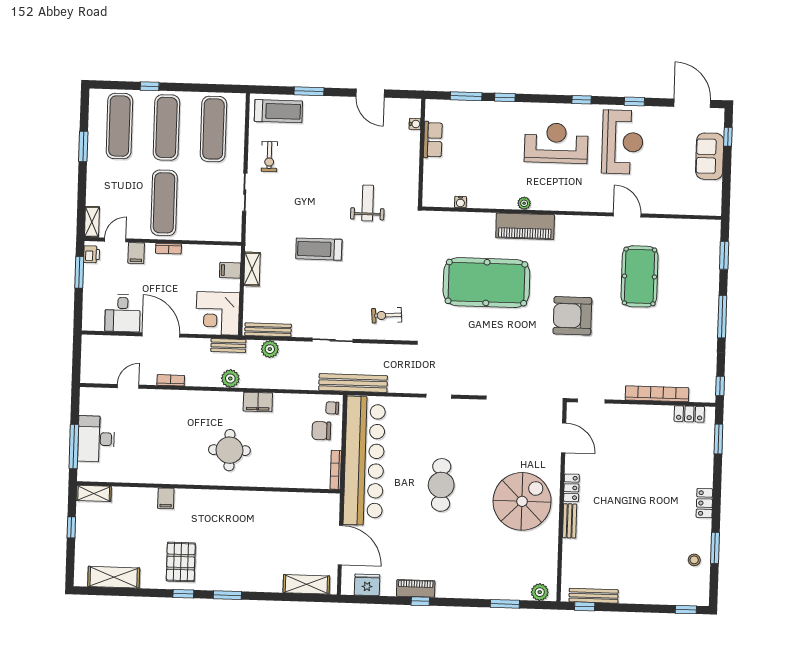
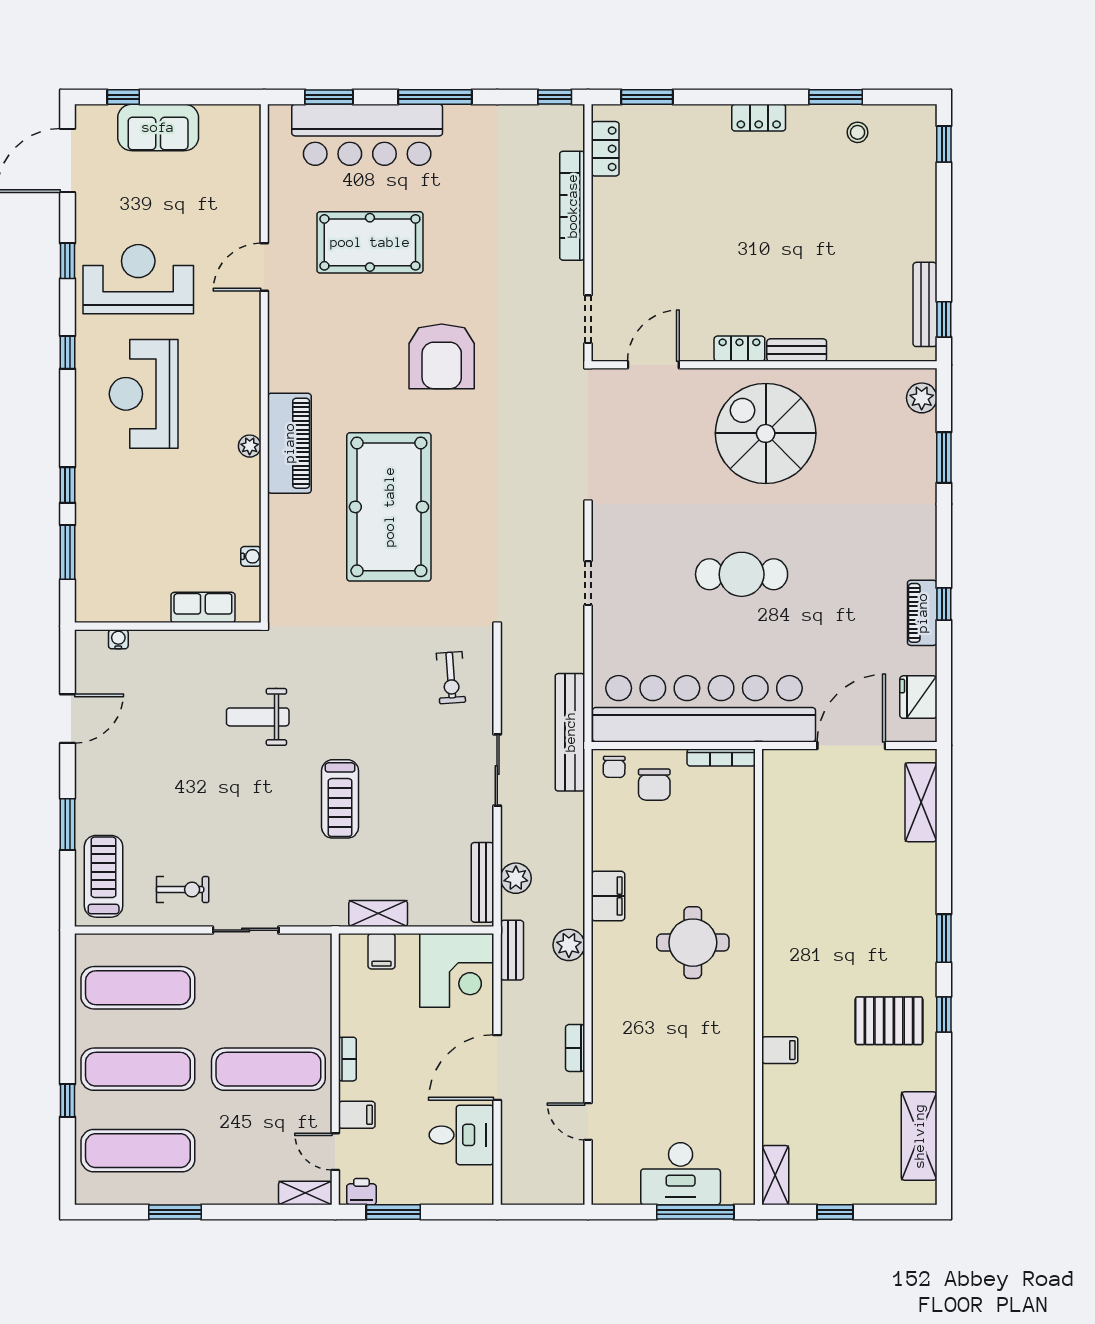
row of seats: (433, 140) -> (203, 607), moved
bar counter: (702, 277) -> (367, 135), added

